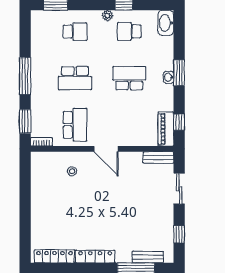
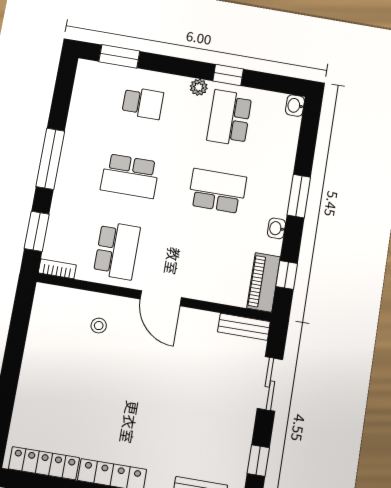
washbasin: (166, 23) -> (295, 106), width x0.52, depth x0.69
school desk: (129, 32) -> (229, 118), width x1.85
washbasin: (169, 77) -> (276, 228), moved

